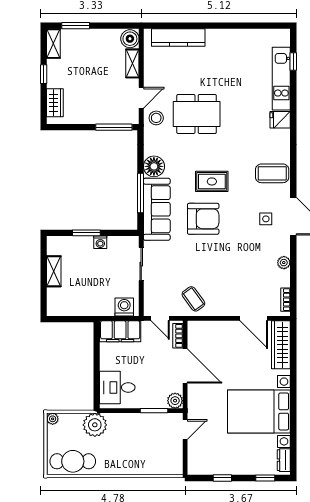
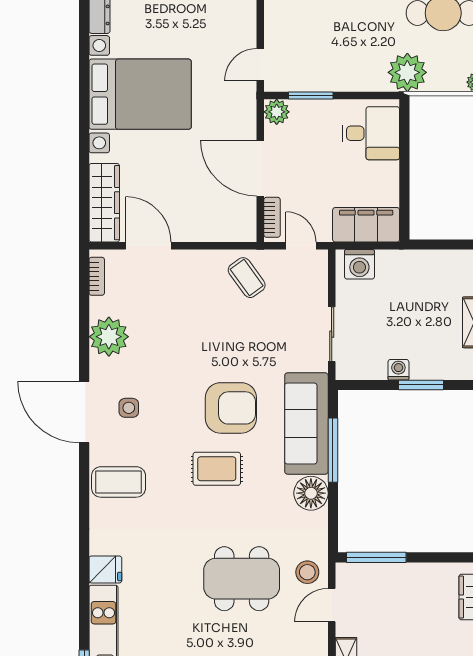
armchair: (203, 219) -> (231, 408), turned 180
plant: (284, 263) -> (109, 337), width x1.88, depth x1.88

